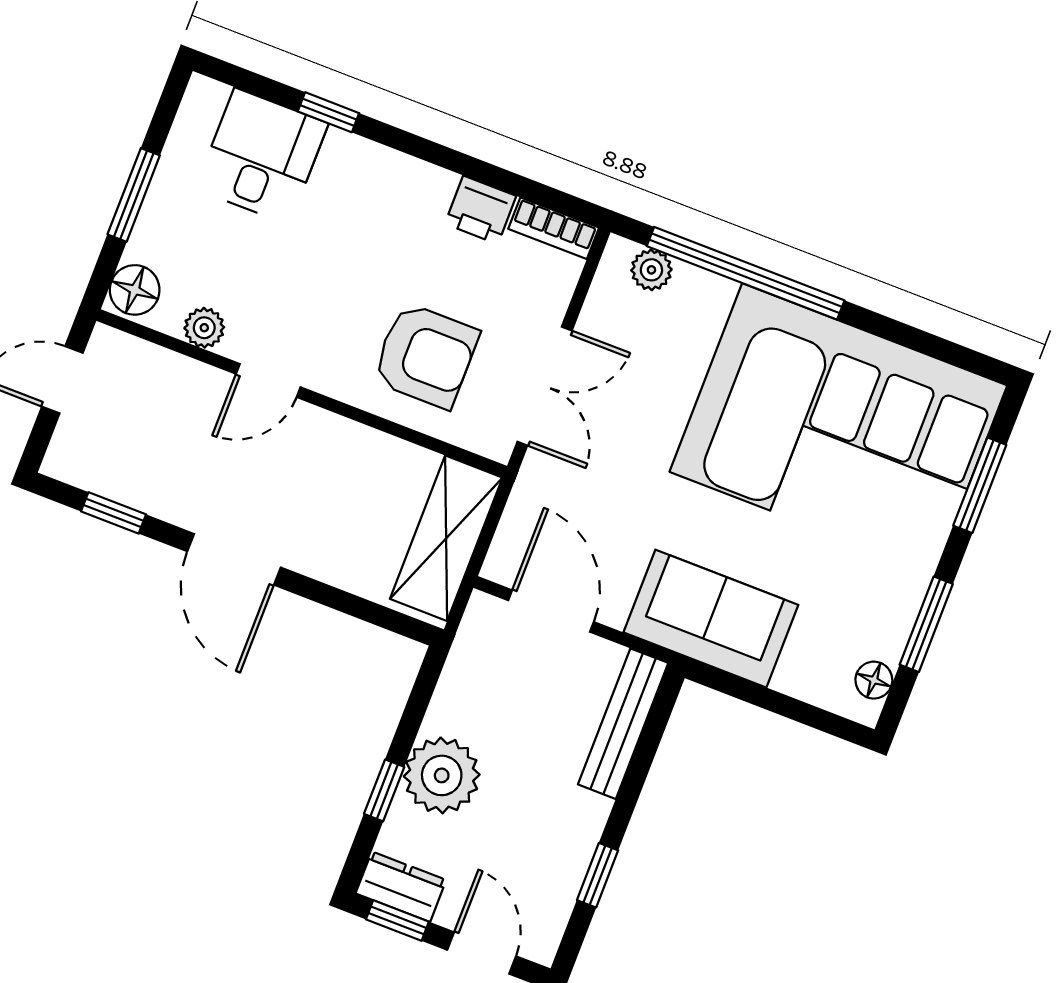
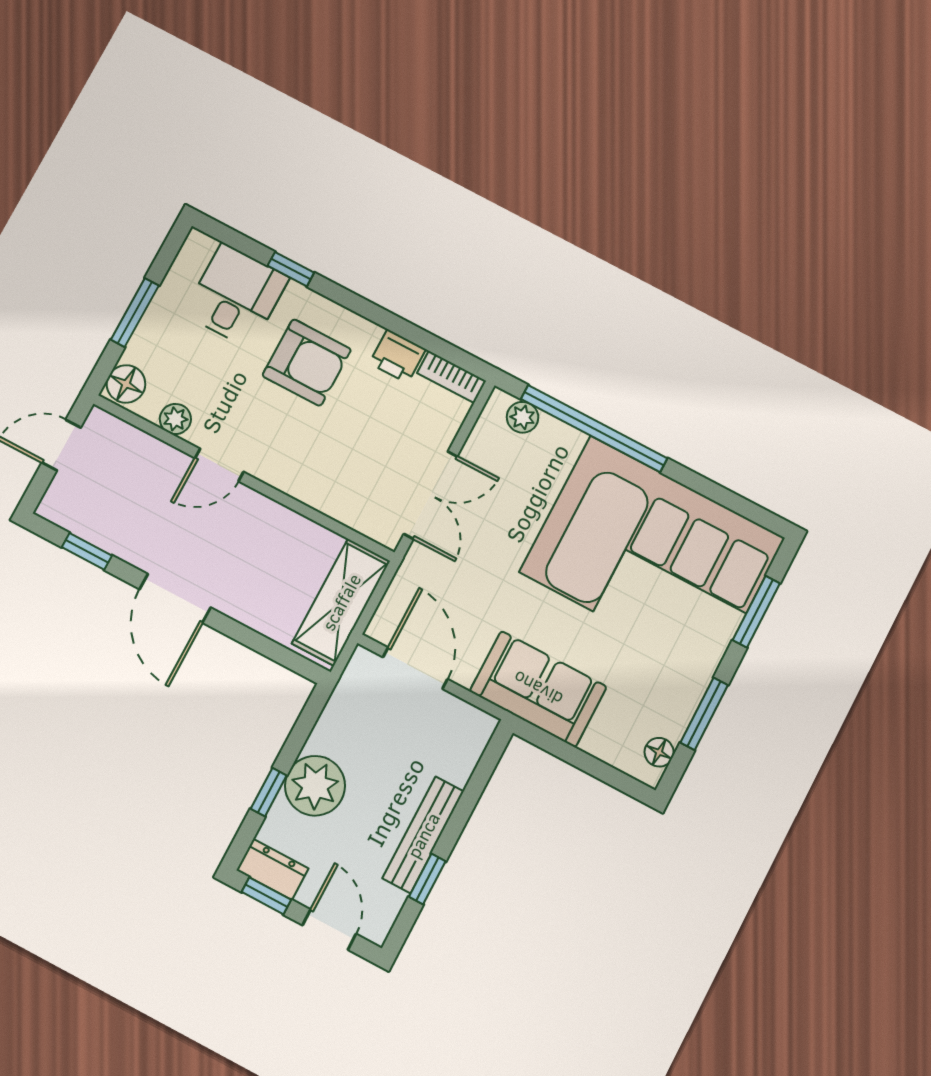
armchair: (426, 356) -> (307, 363), moved
bench: (623, 724) -> (423, 835), moved

